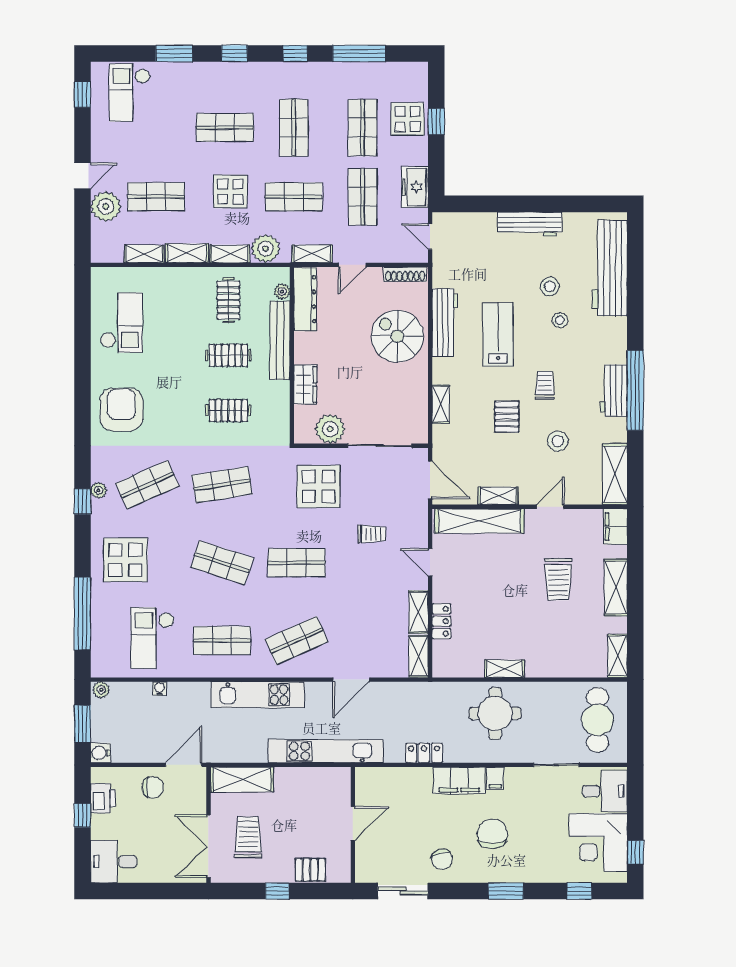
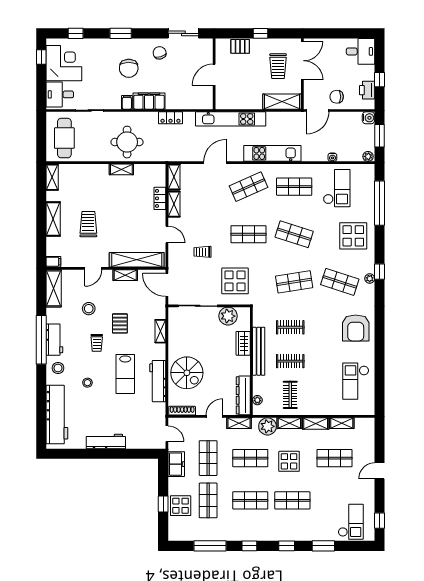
shop shelf: (294, 128) -> (250, 500), turned 90
plant: (106, 207) -> (365, 452), removed
stool: (550, 286) -> (58, 368), moved
bench: (280, 340) -> (259, 351), moved
shop shelf: (147, 485) -> (340, 282), turned 42
filing cabinet: (615, 527) -> (53, 262), width x0.50

